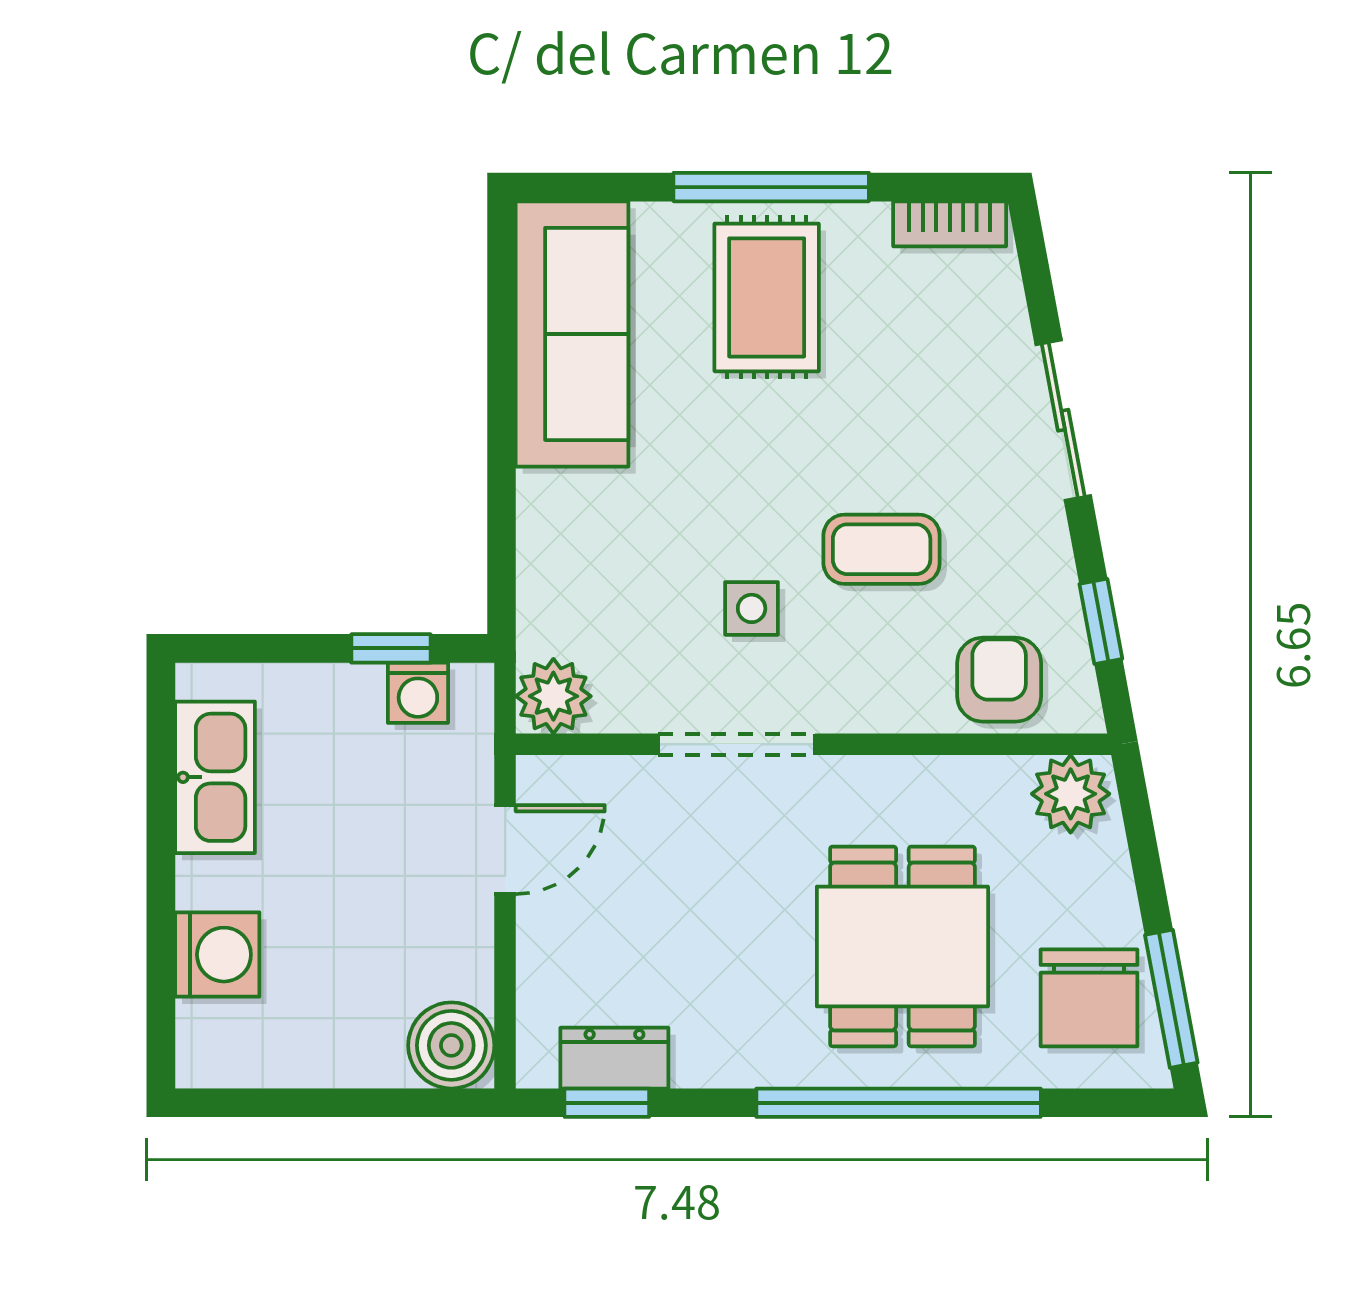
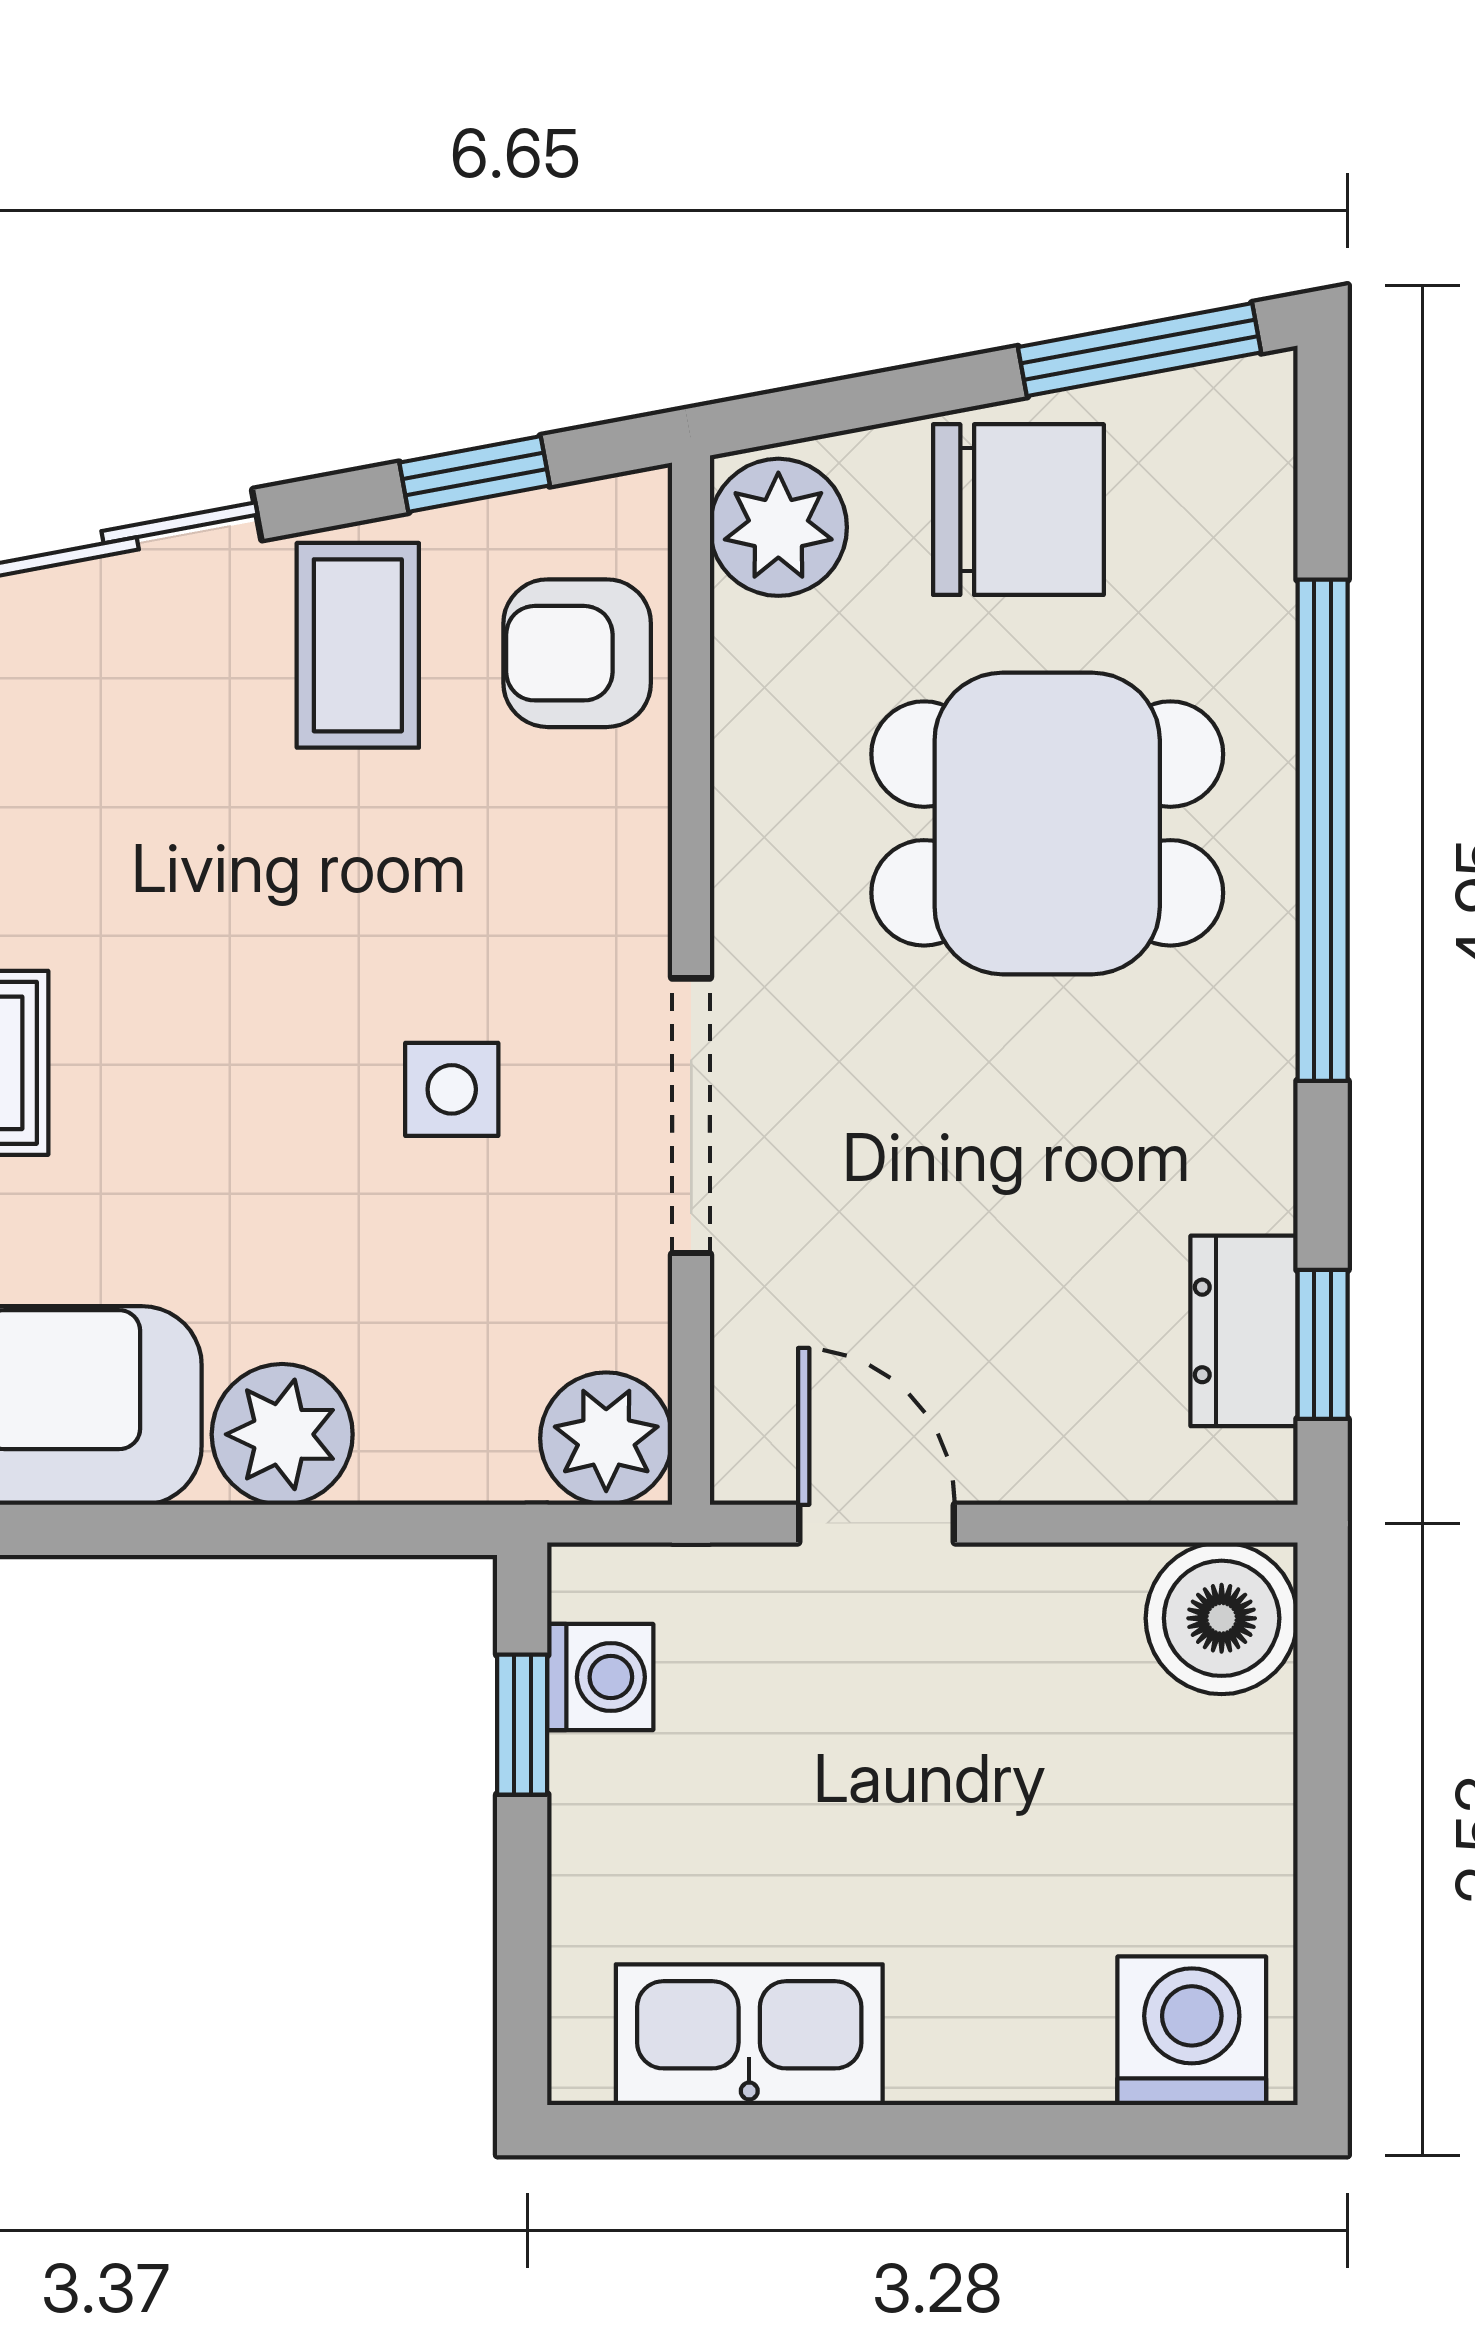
plant: (556, 512) -> (282, 1434), added
coffee table: (882, 549) -> (358, 645), moved
washing machine: (217, 955) -> (1192, 2031), moved
chair: (1089, 998) -> (1018, 510), moved

